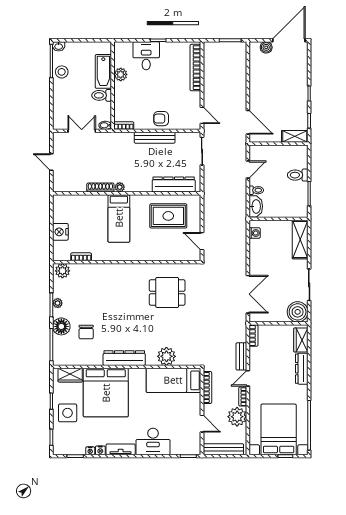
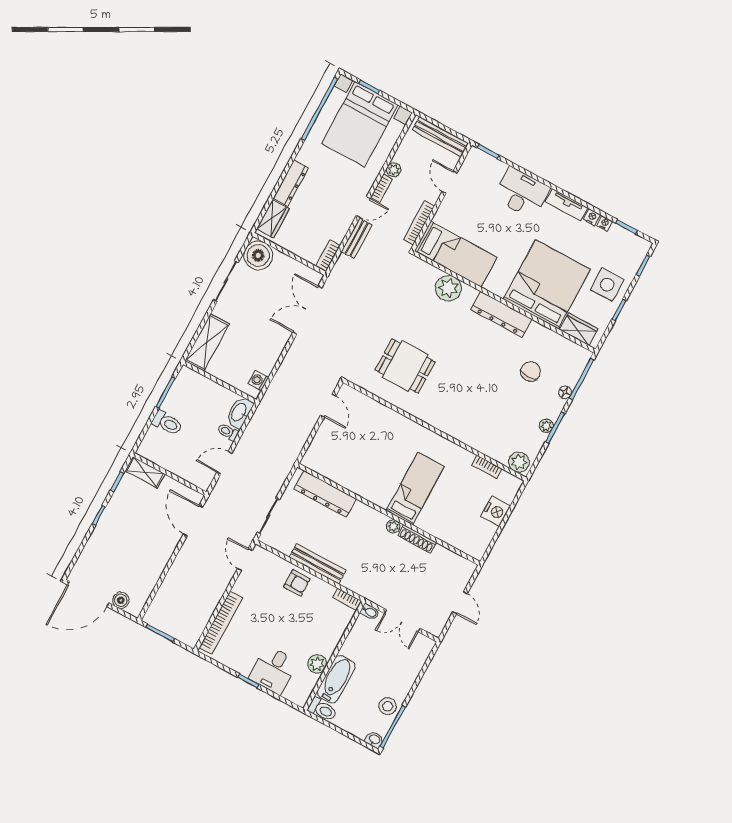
toilet: (102, 95) -> (322, 710), moved
rug: (168, 216) -> (353, 459), removed
floor lamp: (61, 326) -> (565, 392), width x0.53, depth x0.53
plant: (237, 417) -> (394, 170), width x0.53, depth x0.53

